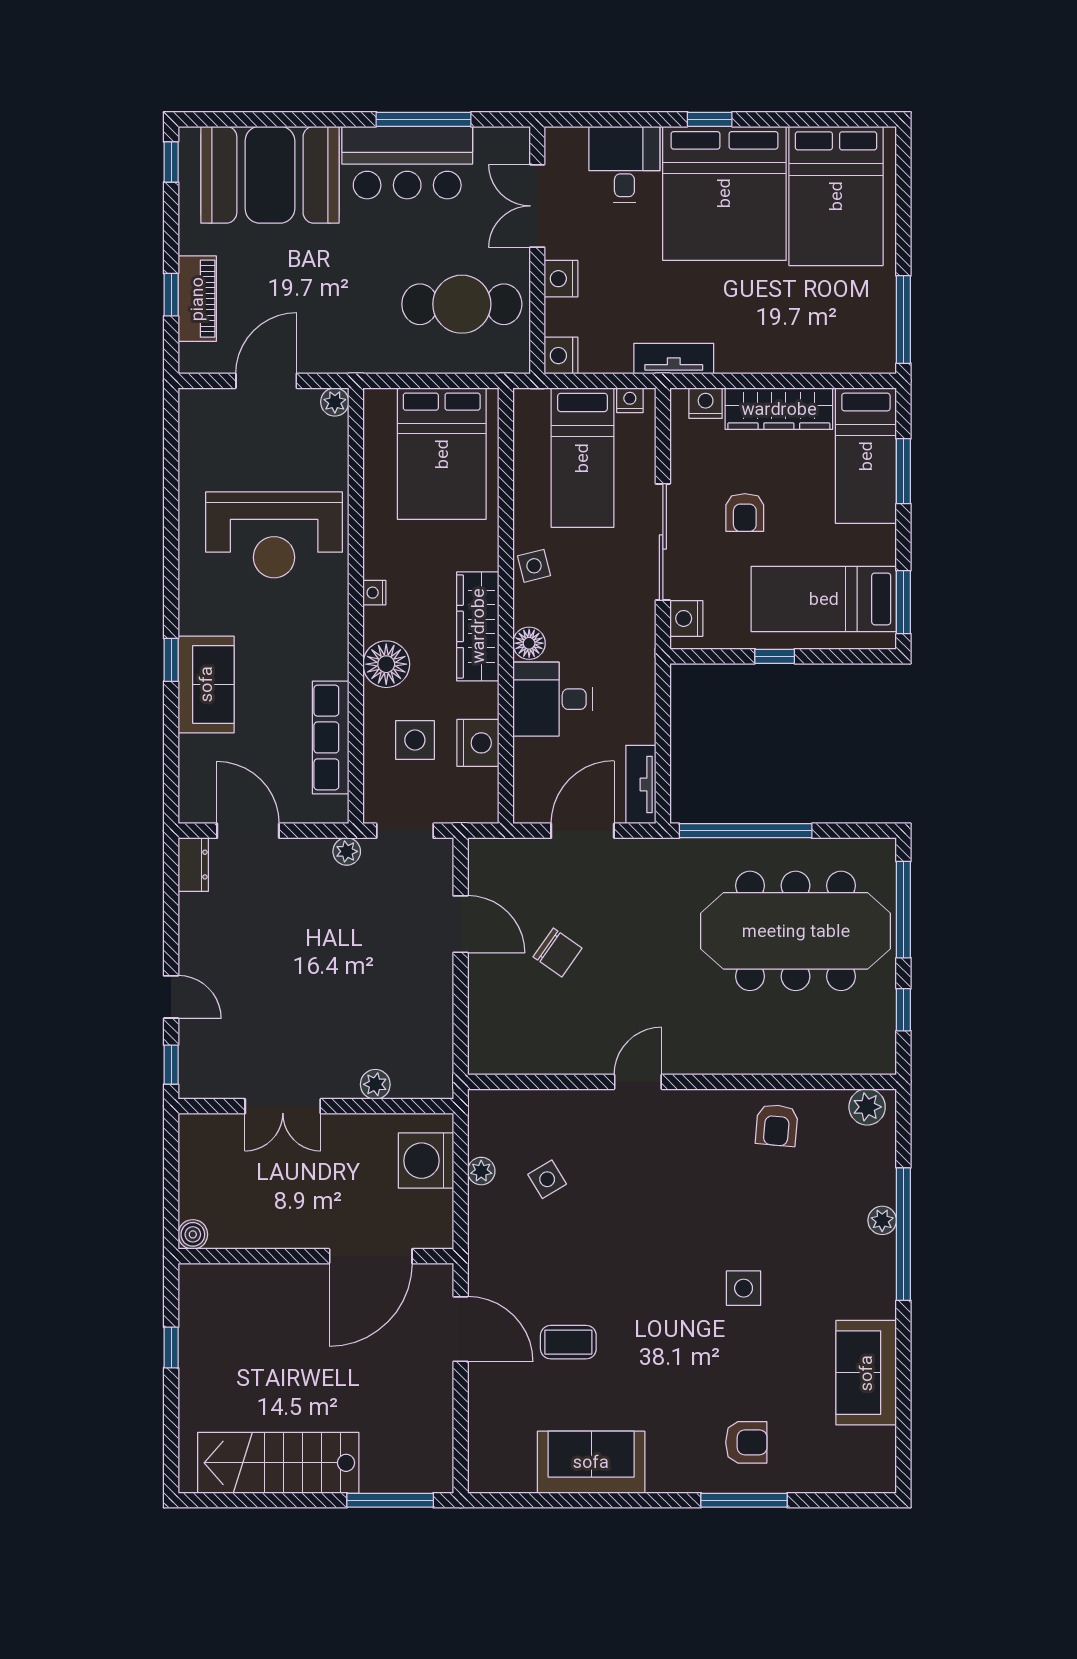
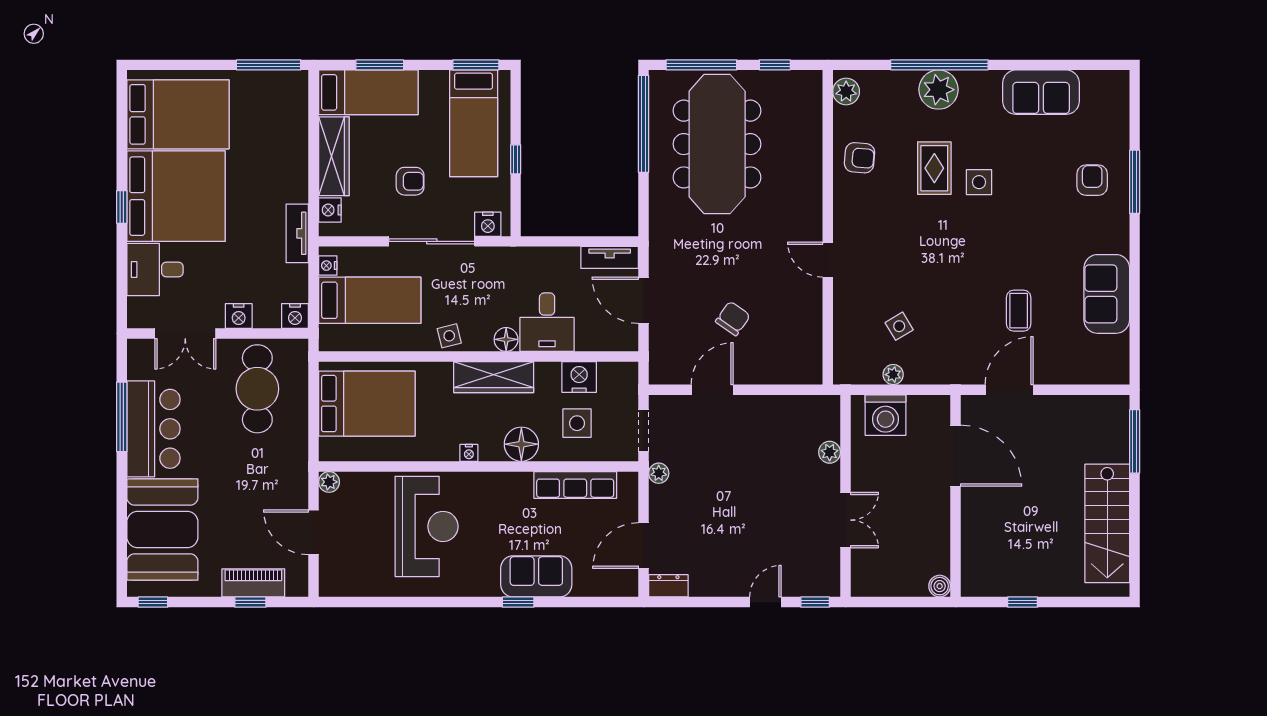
window: (746, 831) -> (644, 124), moved
plant: (882, 1220) -> (939, 90), width x1.87, depth x1.87
rug: (763, 1227) -> (934, 168), added

